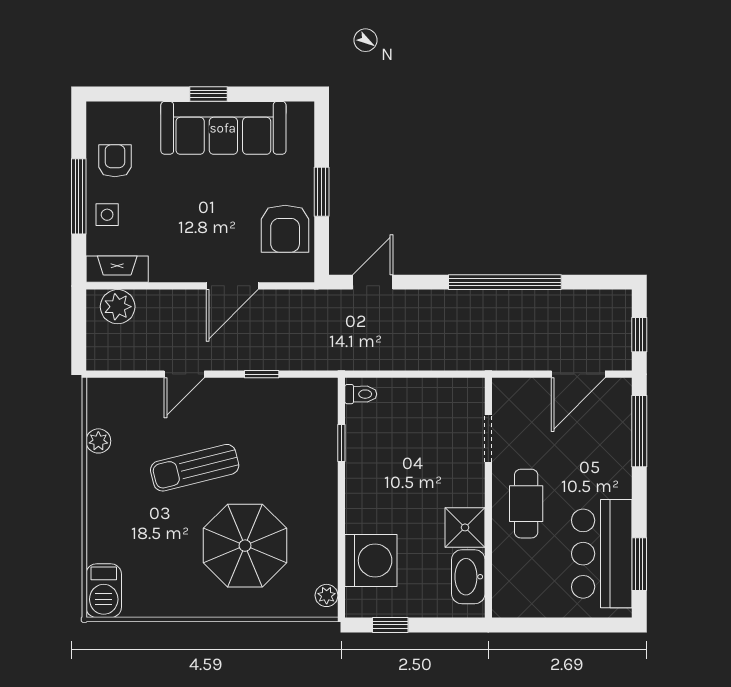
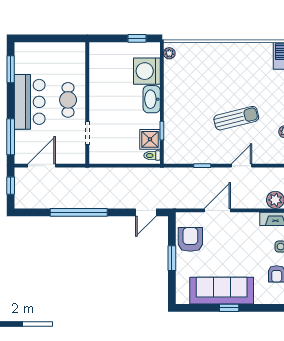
shower: (465, 527) -> (150, 139), moved
parasol: (245, 546) -> (211, 79), removed
bar counter: (602, 554) -> (30, 102), moved
washbasin: (468, 577) -> (152, 99), moved, turned 180

